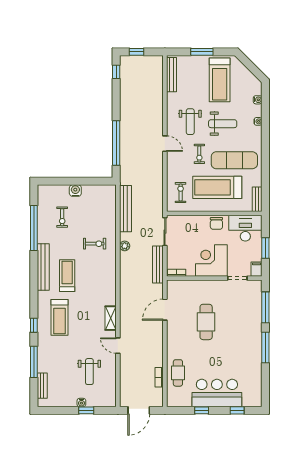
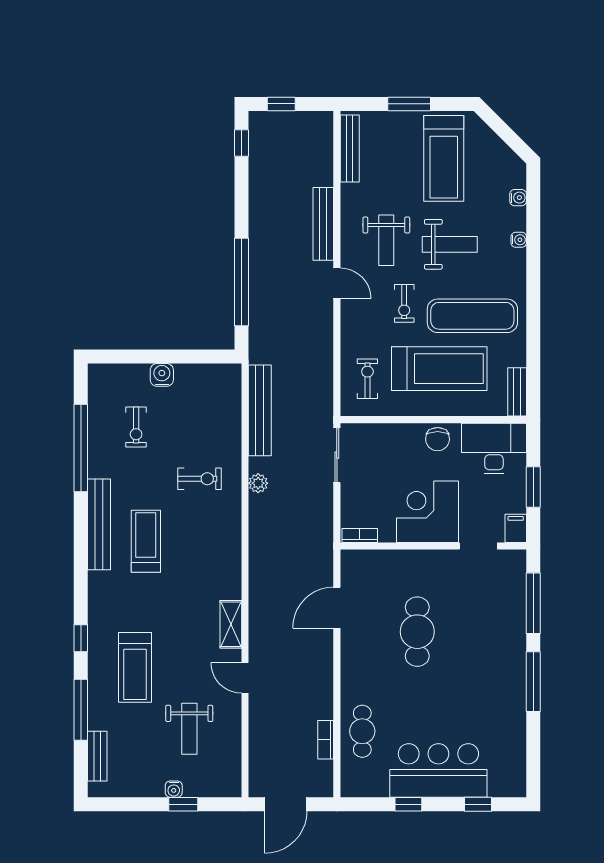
treadmill: (217, 187) -> (439, 369), turned 180
bench: (158, 264) -> (323, 224), moved
treadmill: (59, 317) -> (135, 667), moved

